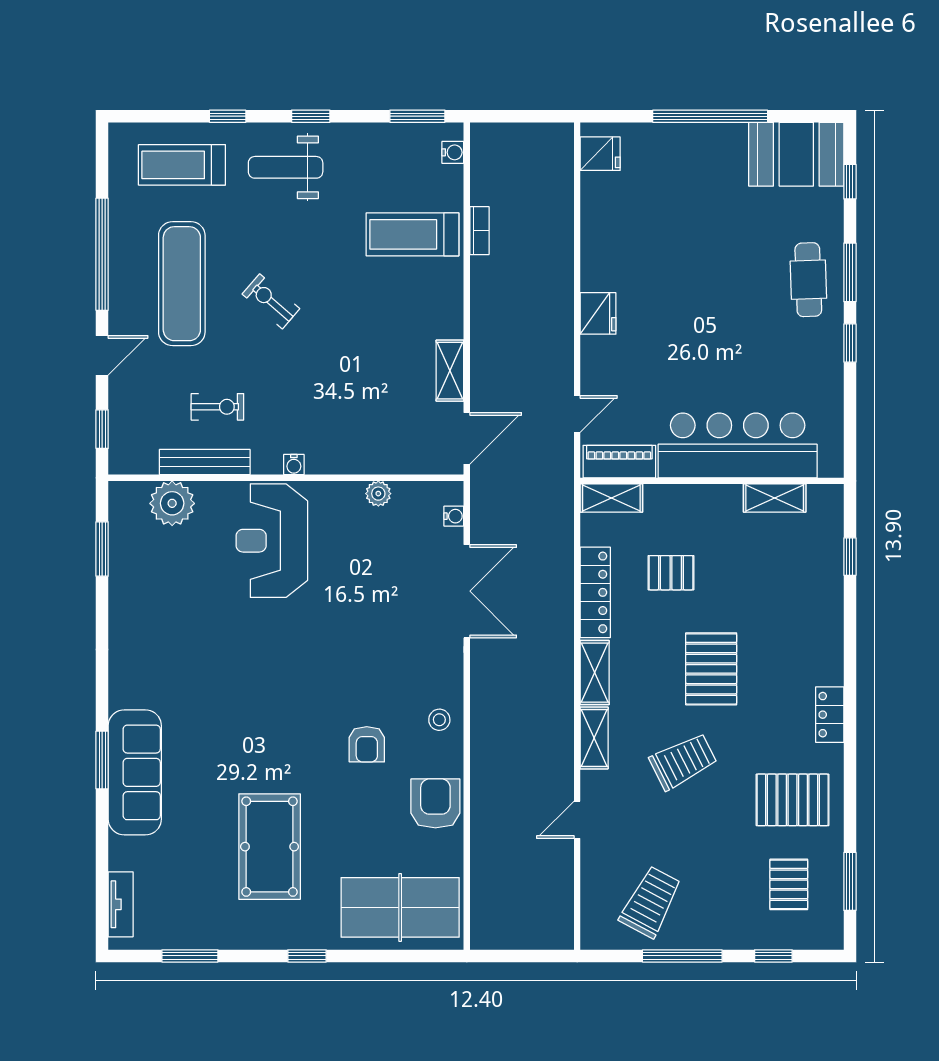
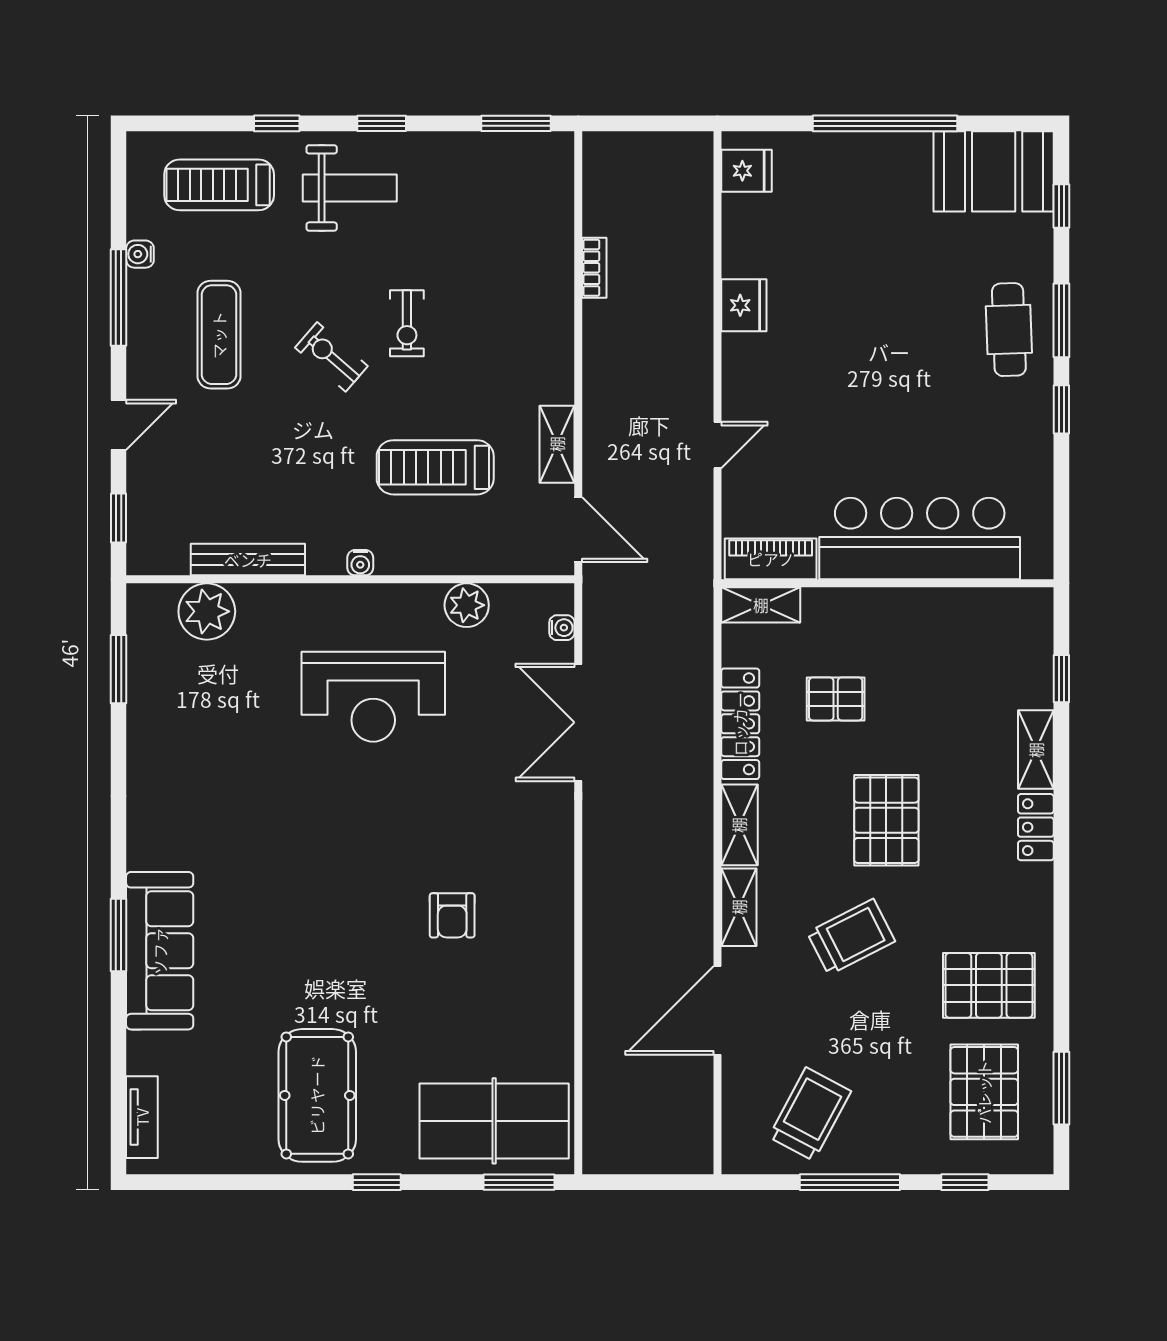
water cooler: (453, 152) -> (140, 254), moved, turned 180
weight bench: (286, 167) -> (350, 188), turned 180
treadmill: (412, 234) -> (435, 467), moved
window: (102, 254) -> (118, 298), width x0.68
exercise mat: (182, 284) -> (219, 335), width x0.73, depth x0.69
fridge: (598, 313) -> (744, 305), moved
exercise bike: (217, 407) -> (407, 323), moved, turned 90
door: (577, 414) -> (717, 445), moved
door: (467, 438) -> (578, 530), hinge flipped
plant: (378, 494) -> (467, 605), width x1.38, depth x1.38
shelving: (775, 498) -> (1036, 750), moved, turned 90
reception desk: (272, 541) -> (373, 697), moved, turned -90
double door: (467, 591) -> (578, 722), swing flipped
locker: (830, 715) -> (1036, 827), moved
stool: (439, 720) -> (544, 884), removed
armchair: (435, 803) -> (539, 990), removed
door: (577, 820) -> (717, 1010), width x1.87
pool table: (270, 847) -> (317, 1095), moved
pallet: (789, 884) -> (984, 1092), width x1.50, depth x1.42
window: (190, 956) -> (519, 1182), moved

